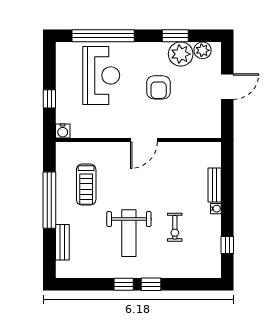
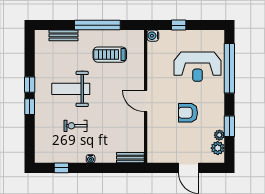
plant: (181, 54) -> (219, 135), width x0.53, depth x0.53
bench: (215, 185) -> (130, 158), moved

